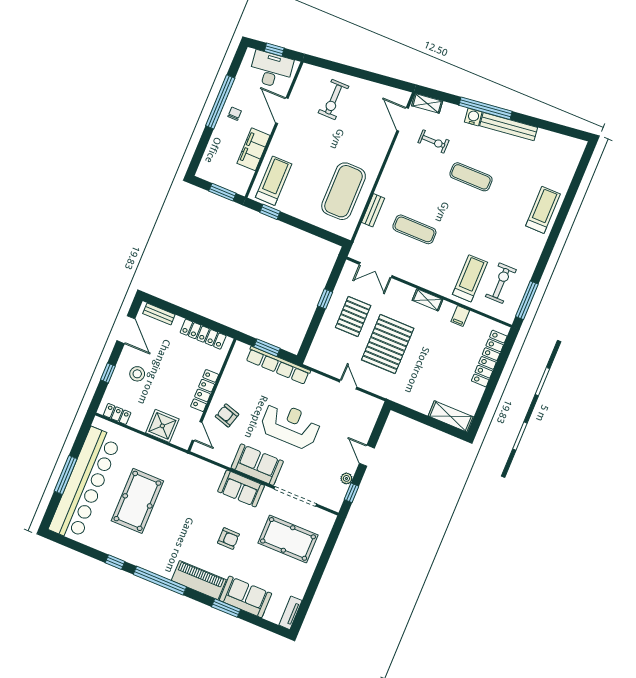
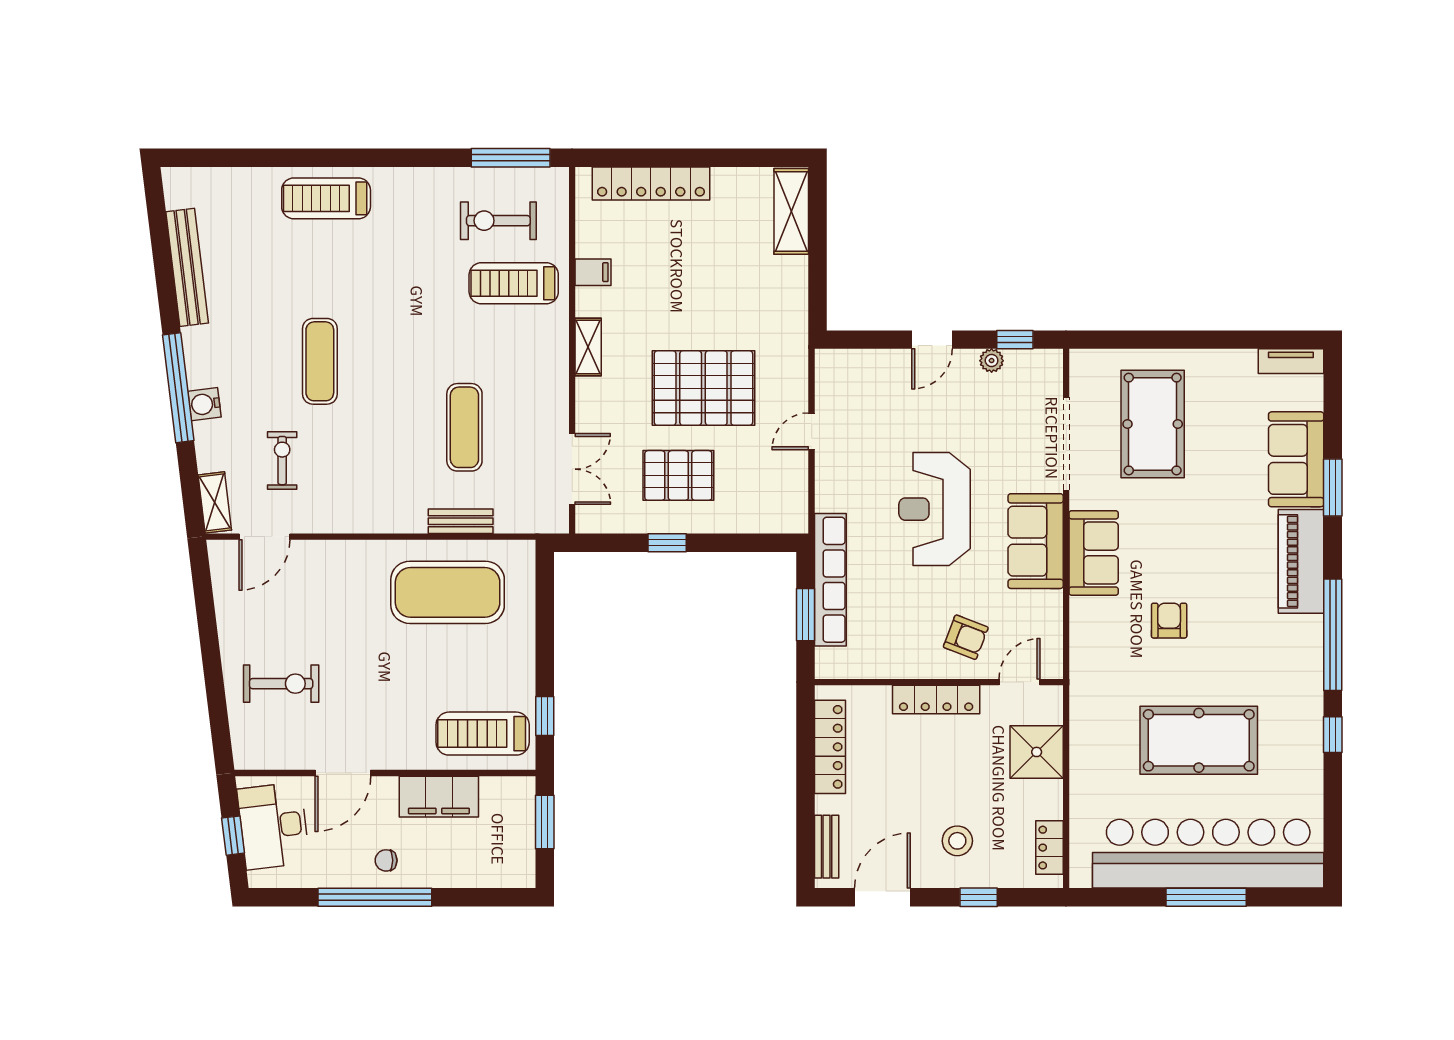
bench: (509, 127) -> (187, 267), moved
armchair: (227, 415) -> (966, 637), turned -86
armchair: (228, 538) -> (1169, 621), moved

